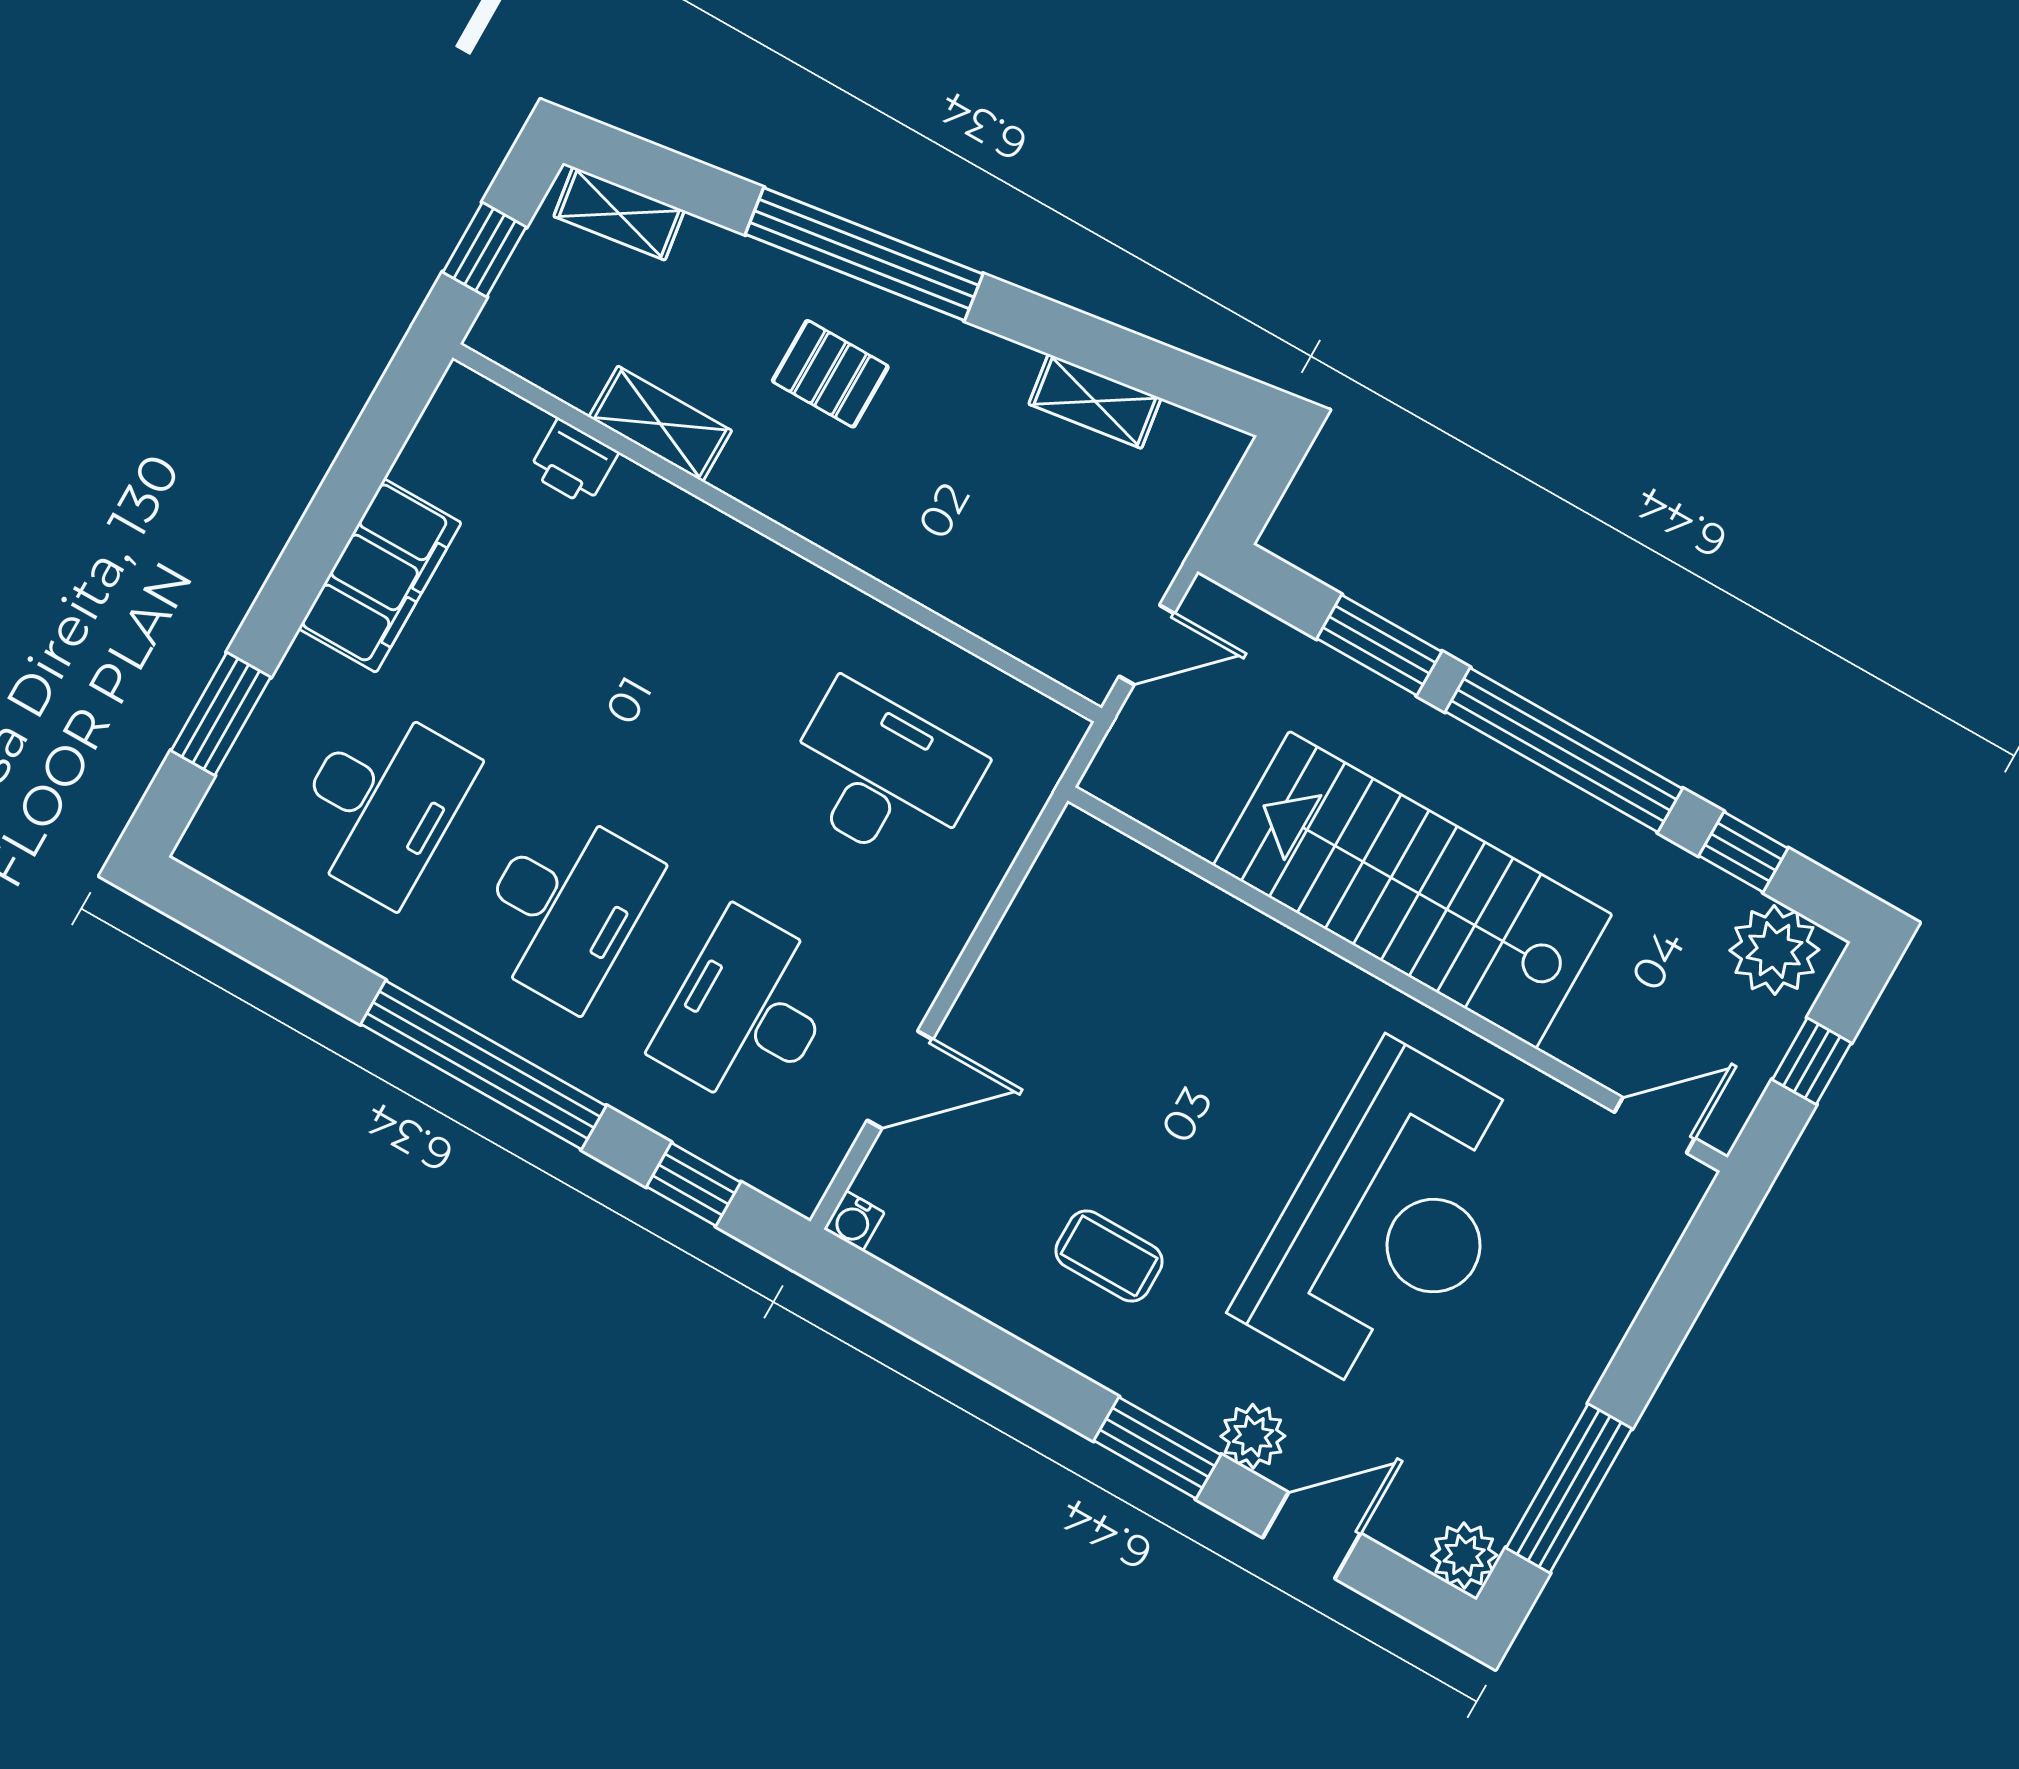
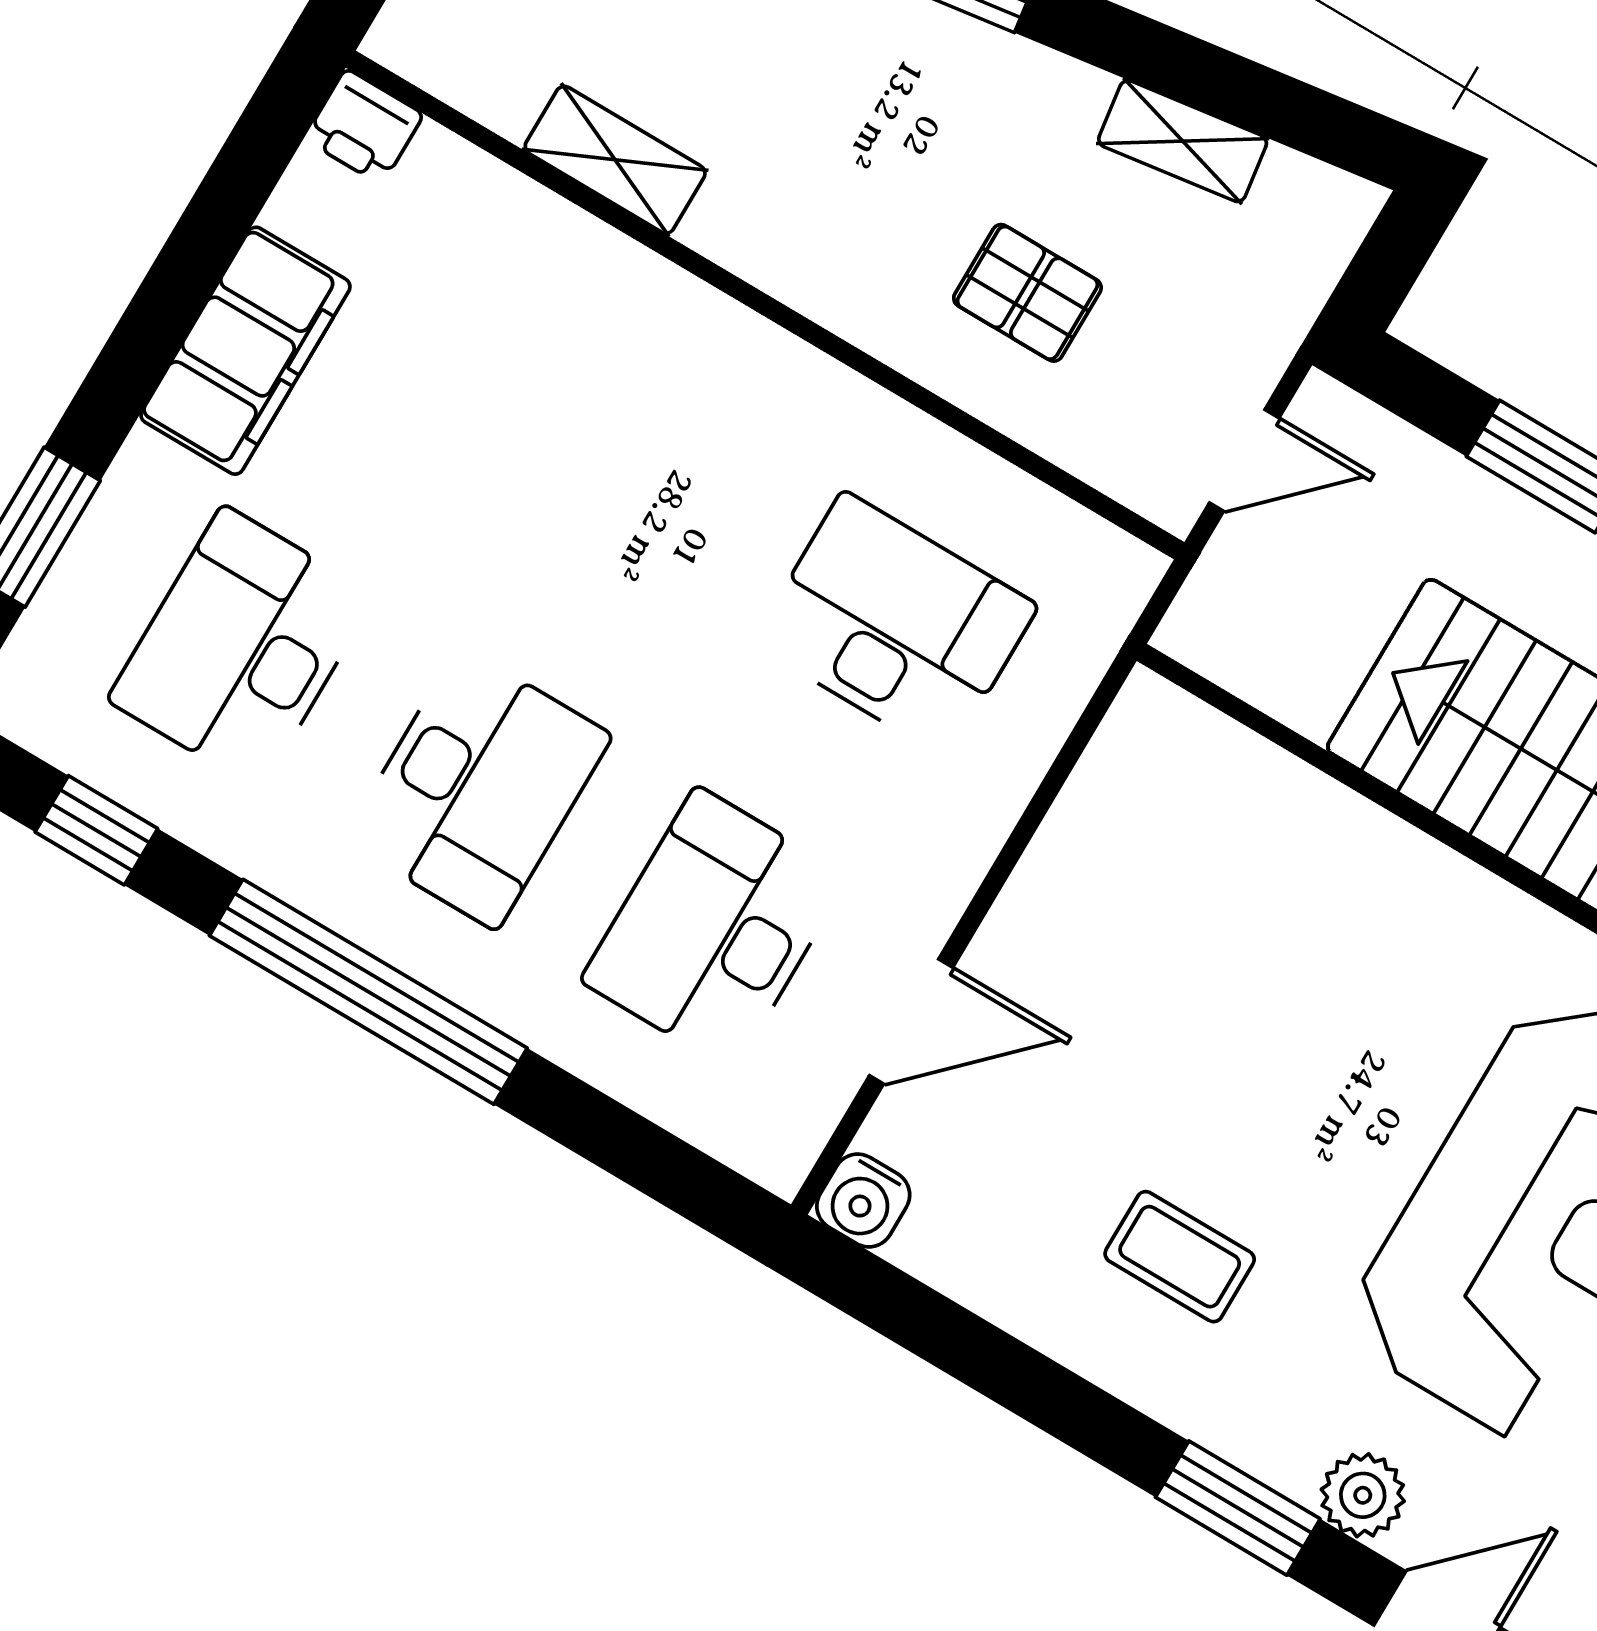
pallet: (830, 374) -> (1027, 293), moved
printer: (573, 462) -> (364, 127), moved
desk: (381, 803) -> (241, 648), turned 180
window: (694, 1184) -> (96, 830), moved
water cooler: (854, 1221) -> (863, 1200), width x1.38, depth x1.38

